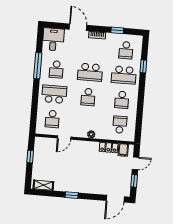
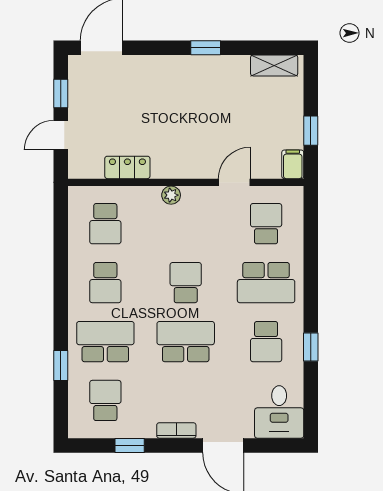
window: (38, 66) -> (311, 347), width x0.46
school desk: (56, 69) -> (266, 342), turned 180
school desk: (122, 100) -> (105, 283), turned 180
filing cabinet: (123, 150) -> (293, 164), moved

